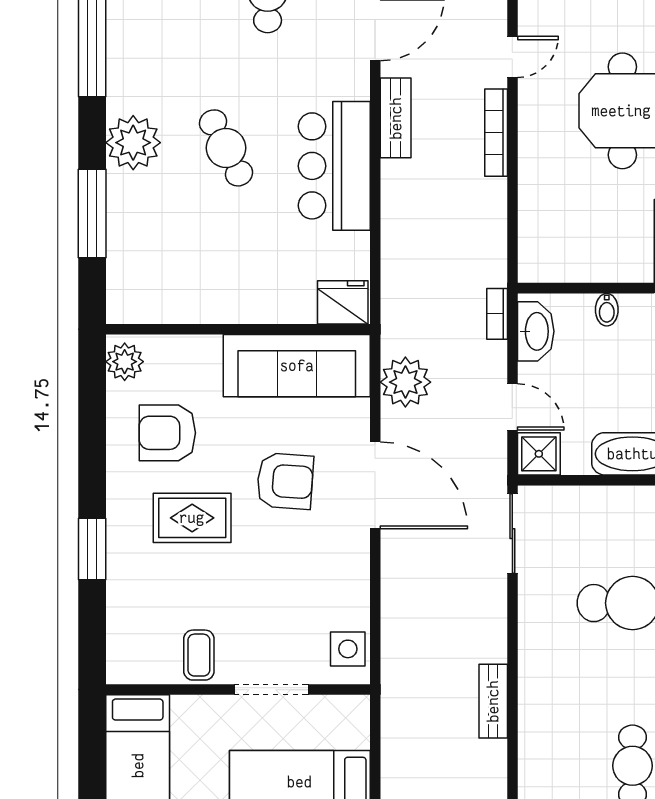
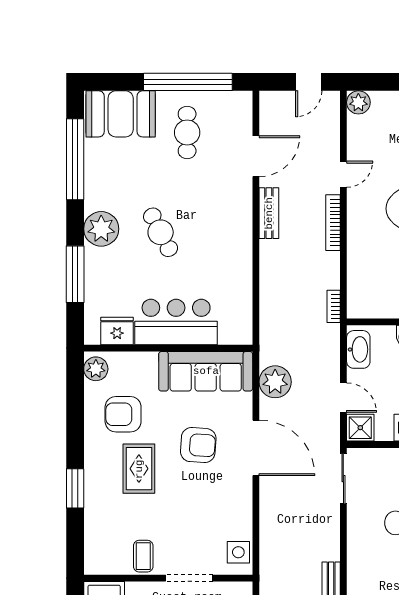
bar counter: (334, 166) -> (176, 322), moved, turned 90
fridge: (343, 302) -> (117, 331), moved
bookcase: (497, 314) -> (334, 306), moved
rug: (192, 518) -> (139, 469), turned 90

